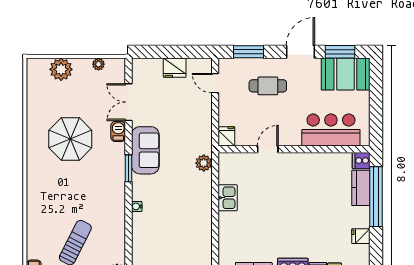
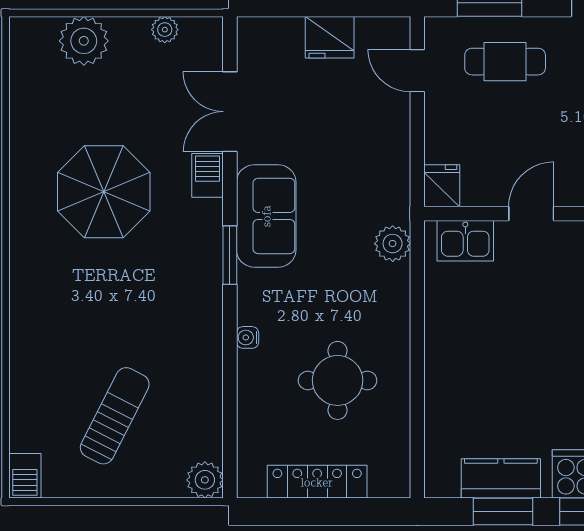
cafe table: (268, 86) -> (505, 62), moved
kitchen sink: (228, 198) -> (465, 241), moved, turned 90
round table: (178, 226) -> (338, 380), added

